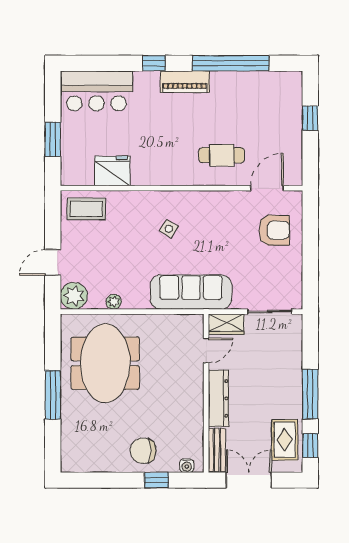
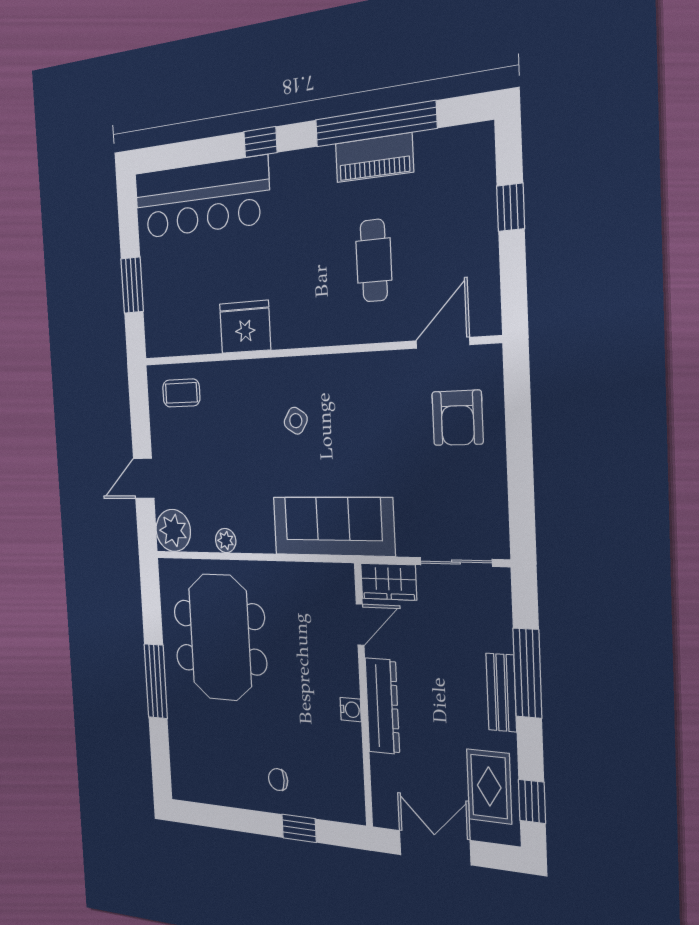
piano: (185, 82) -> (374, 158), moved
bar counter: (96, 91) -> (201, 198), width x1.36
cafe table: (222, 155) -> (374, 261), moved, turned 90
fridge: (112, 171) -> (245, 327), moved
coffee table: (86, 209) -> (181, 393), width x0.73, depth x0.77
armchair: (274, 230) -> (457, 418), turned 90
window: (310, 394) -> (527, 673), moved
bench: (217, 450) -> (501, 693), moved
chair: (143, 451) -> (278, 780), width x0.54, depth x0.54
water cooler: (187, 466) -> (351, 710), moved, turned -90

